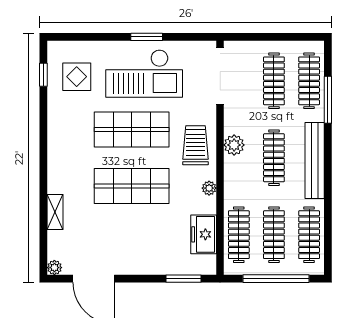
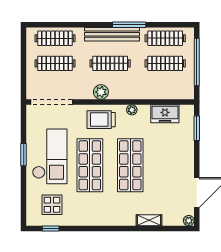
window: (328, 100) -> (129, 25), moved
clothes rail: (239, 235) -> (165, 89), removed

